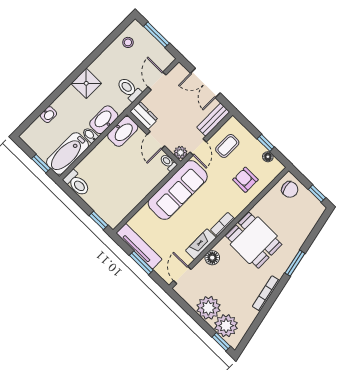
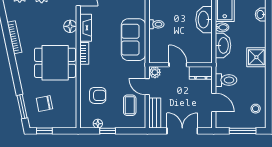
washbasin: (123, 131) -> (204, 20), moved
toilet: (168, 162) -> (156, 24), moved
chair: (290, 189) -> (44, 103), moved
sofa: (178, 190) -> (134, 40), width x0.73
window: (295, 263) -> (22, 107), moved

